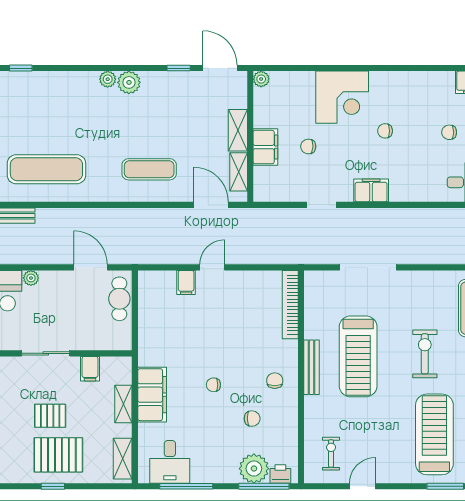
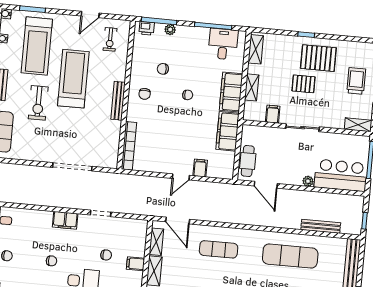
filing cabinet: (265, 147) -> (135, 264), width x0.50
filing cabinet: (152, 338) -> (227, 131), added
treadmill: (358, 356) -> (73, 79), moved
pallet: (58, 455) -> (318, 58), moved
plant: (254, 469) -> (170, 30), width x0.53, depth x0.53

